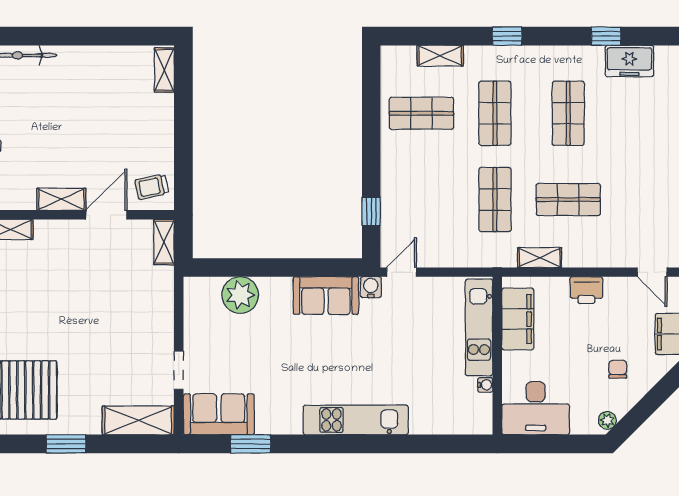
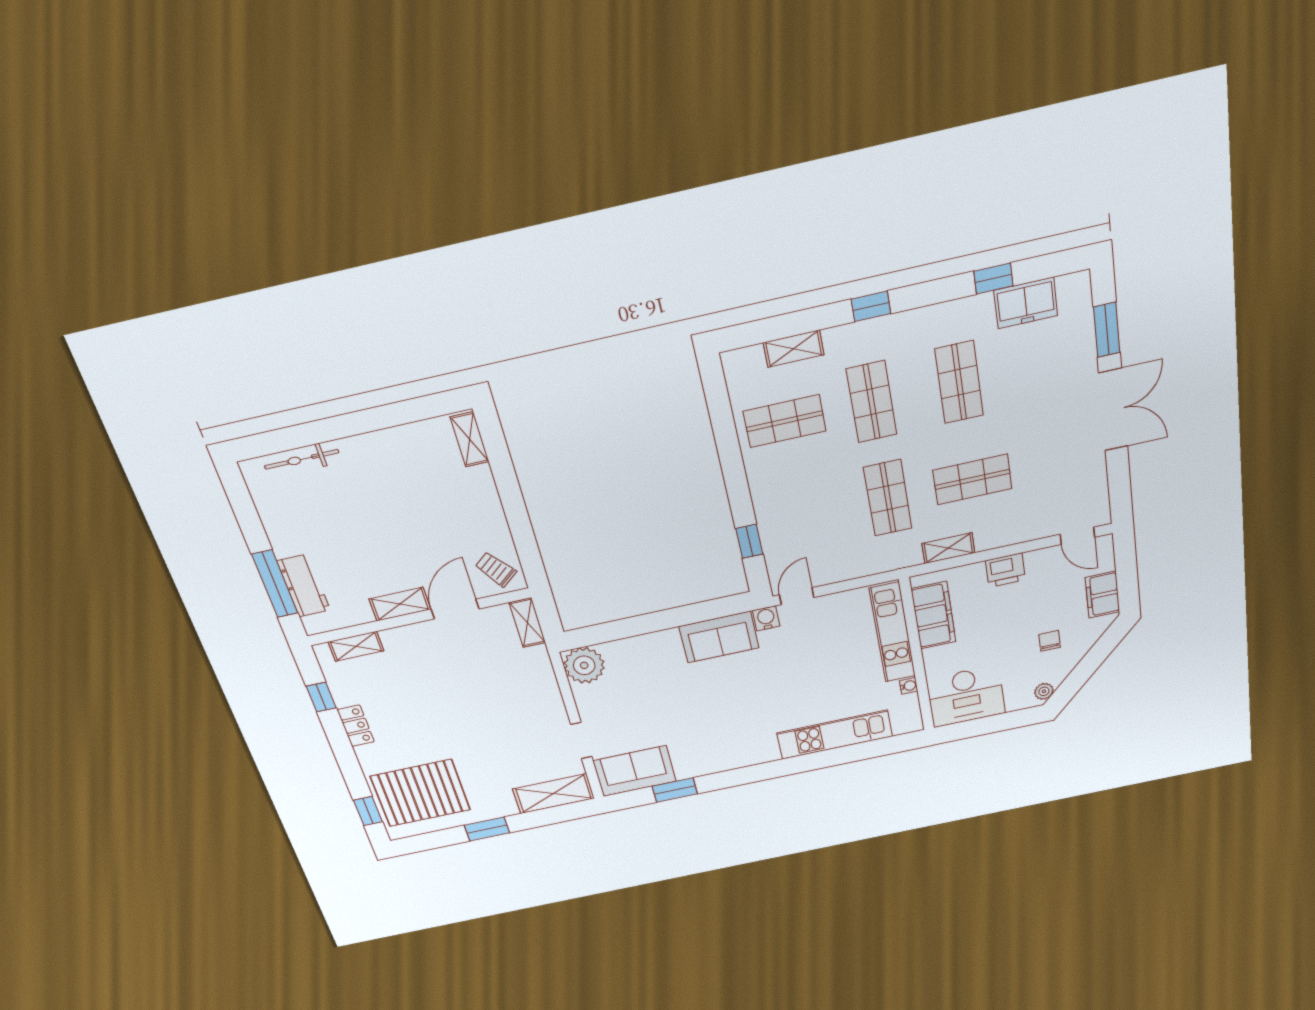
trolley: (152, 187) -> (496, 569), turned 64
plant: (240, 295) -> (584, 665), moved
kitchen unit: (356, 420) -> (835, 735), moved

